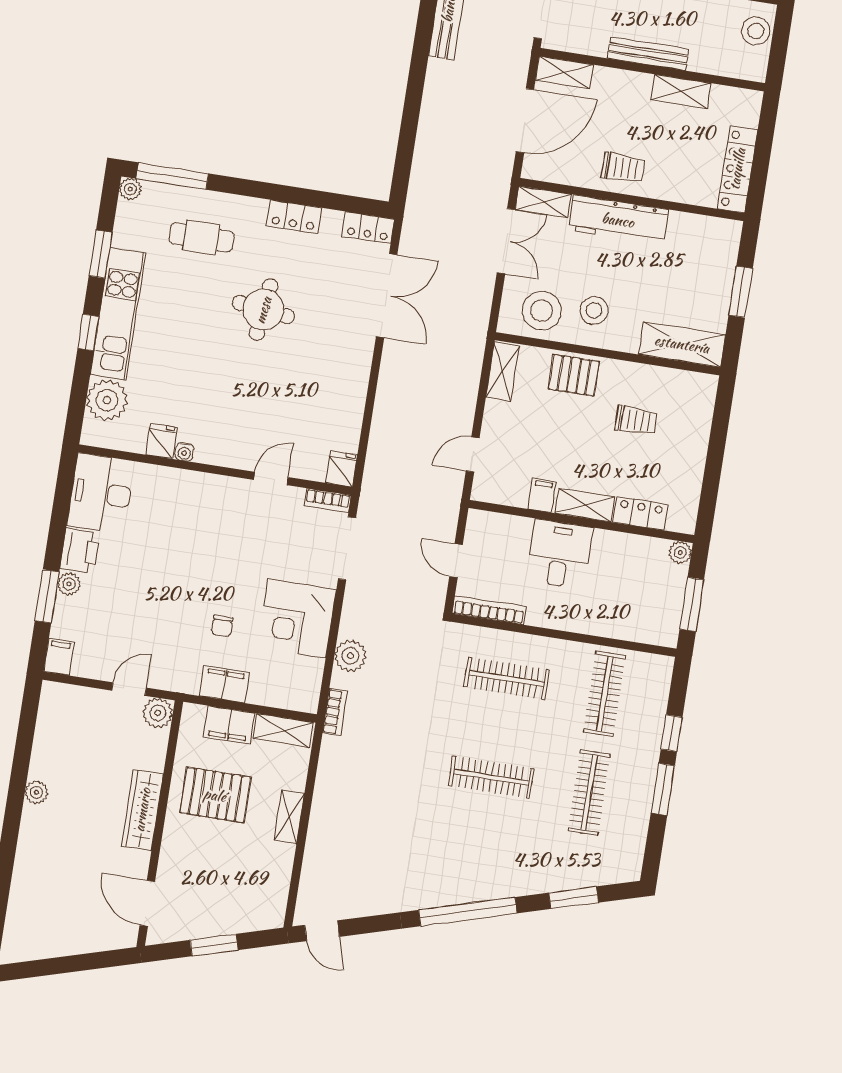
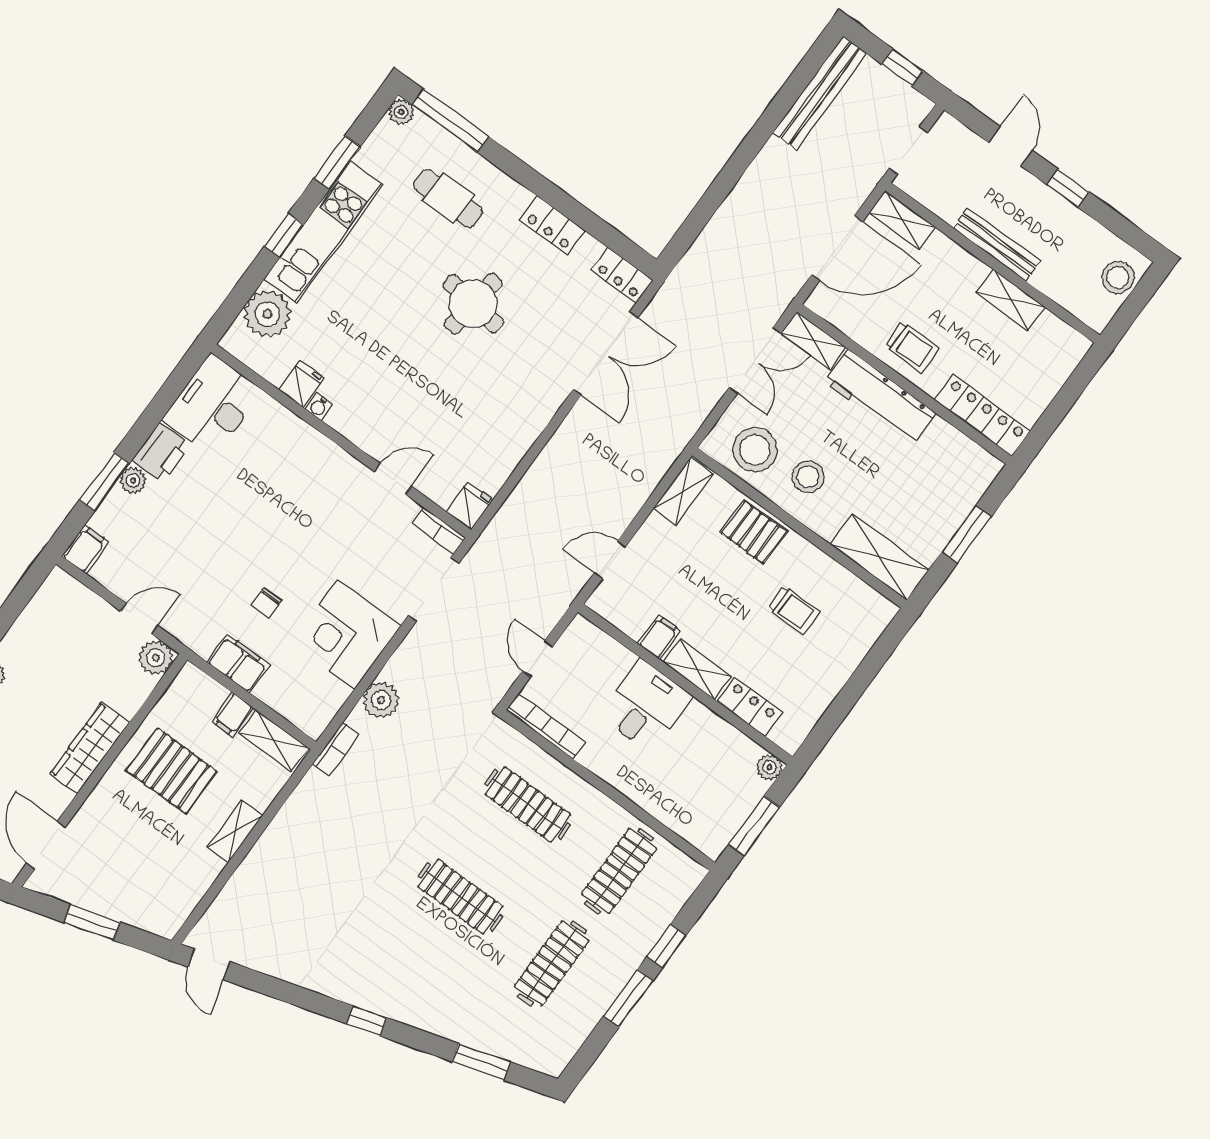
locker: (737, 169) -> (982, 415), moved, turned 90
filing cabinet: (229, 725) -> (233, 715), width x0.50
window: (468, 912) -> (367, 1021), width x0.32

